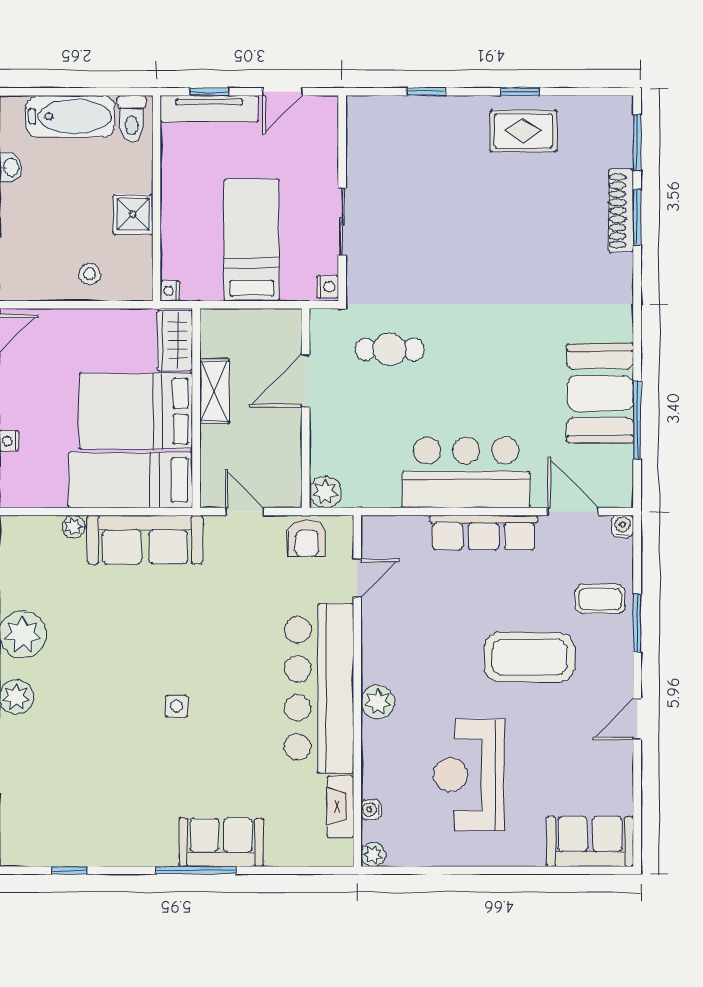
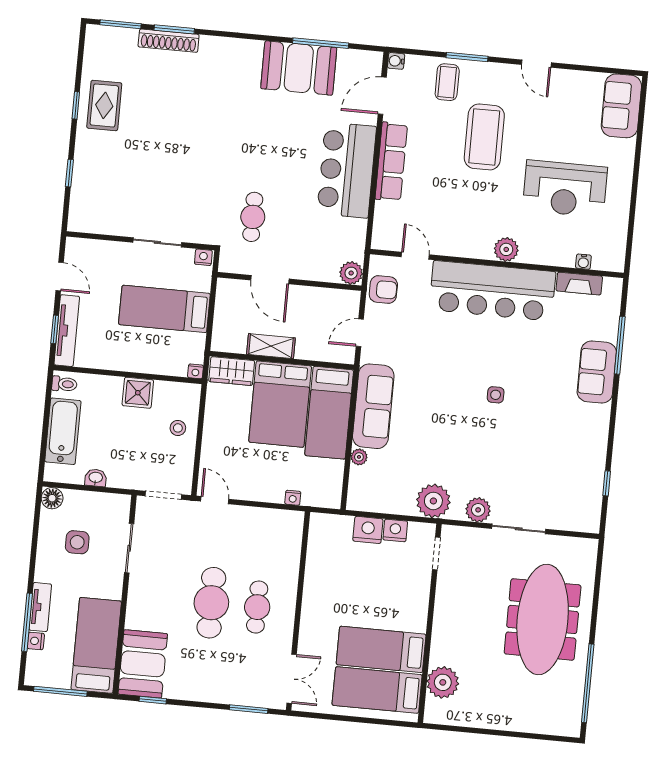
toilet: (132, 119) -> (64, 384), width x0.73, depth x0.72
plant: (373, 855) -> (616, 263), removed
window: (196, 870) -> (620, 345), moved

